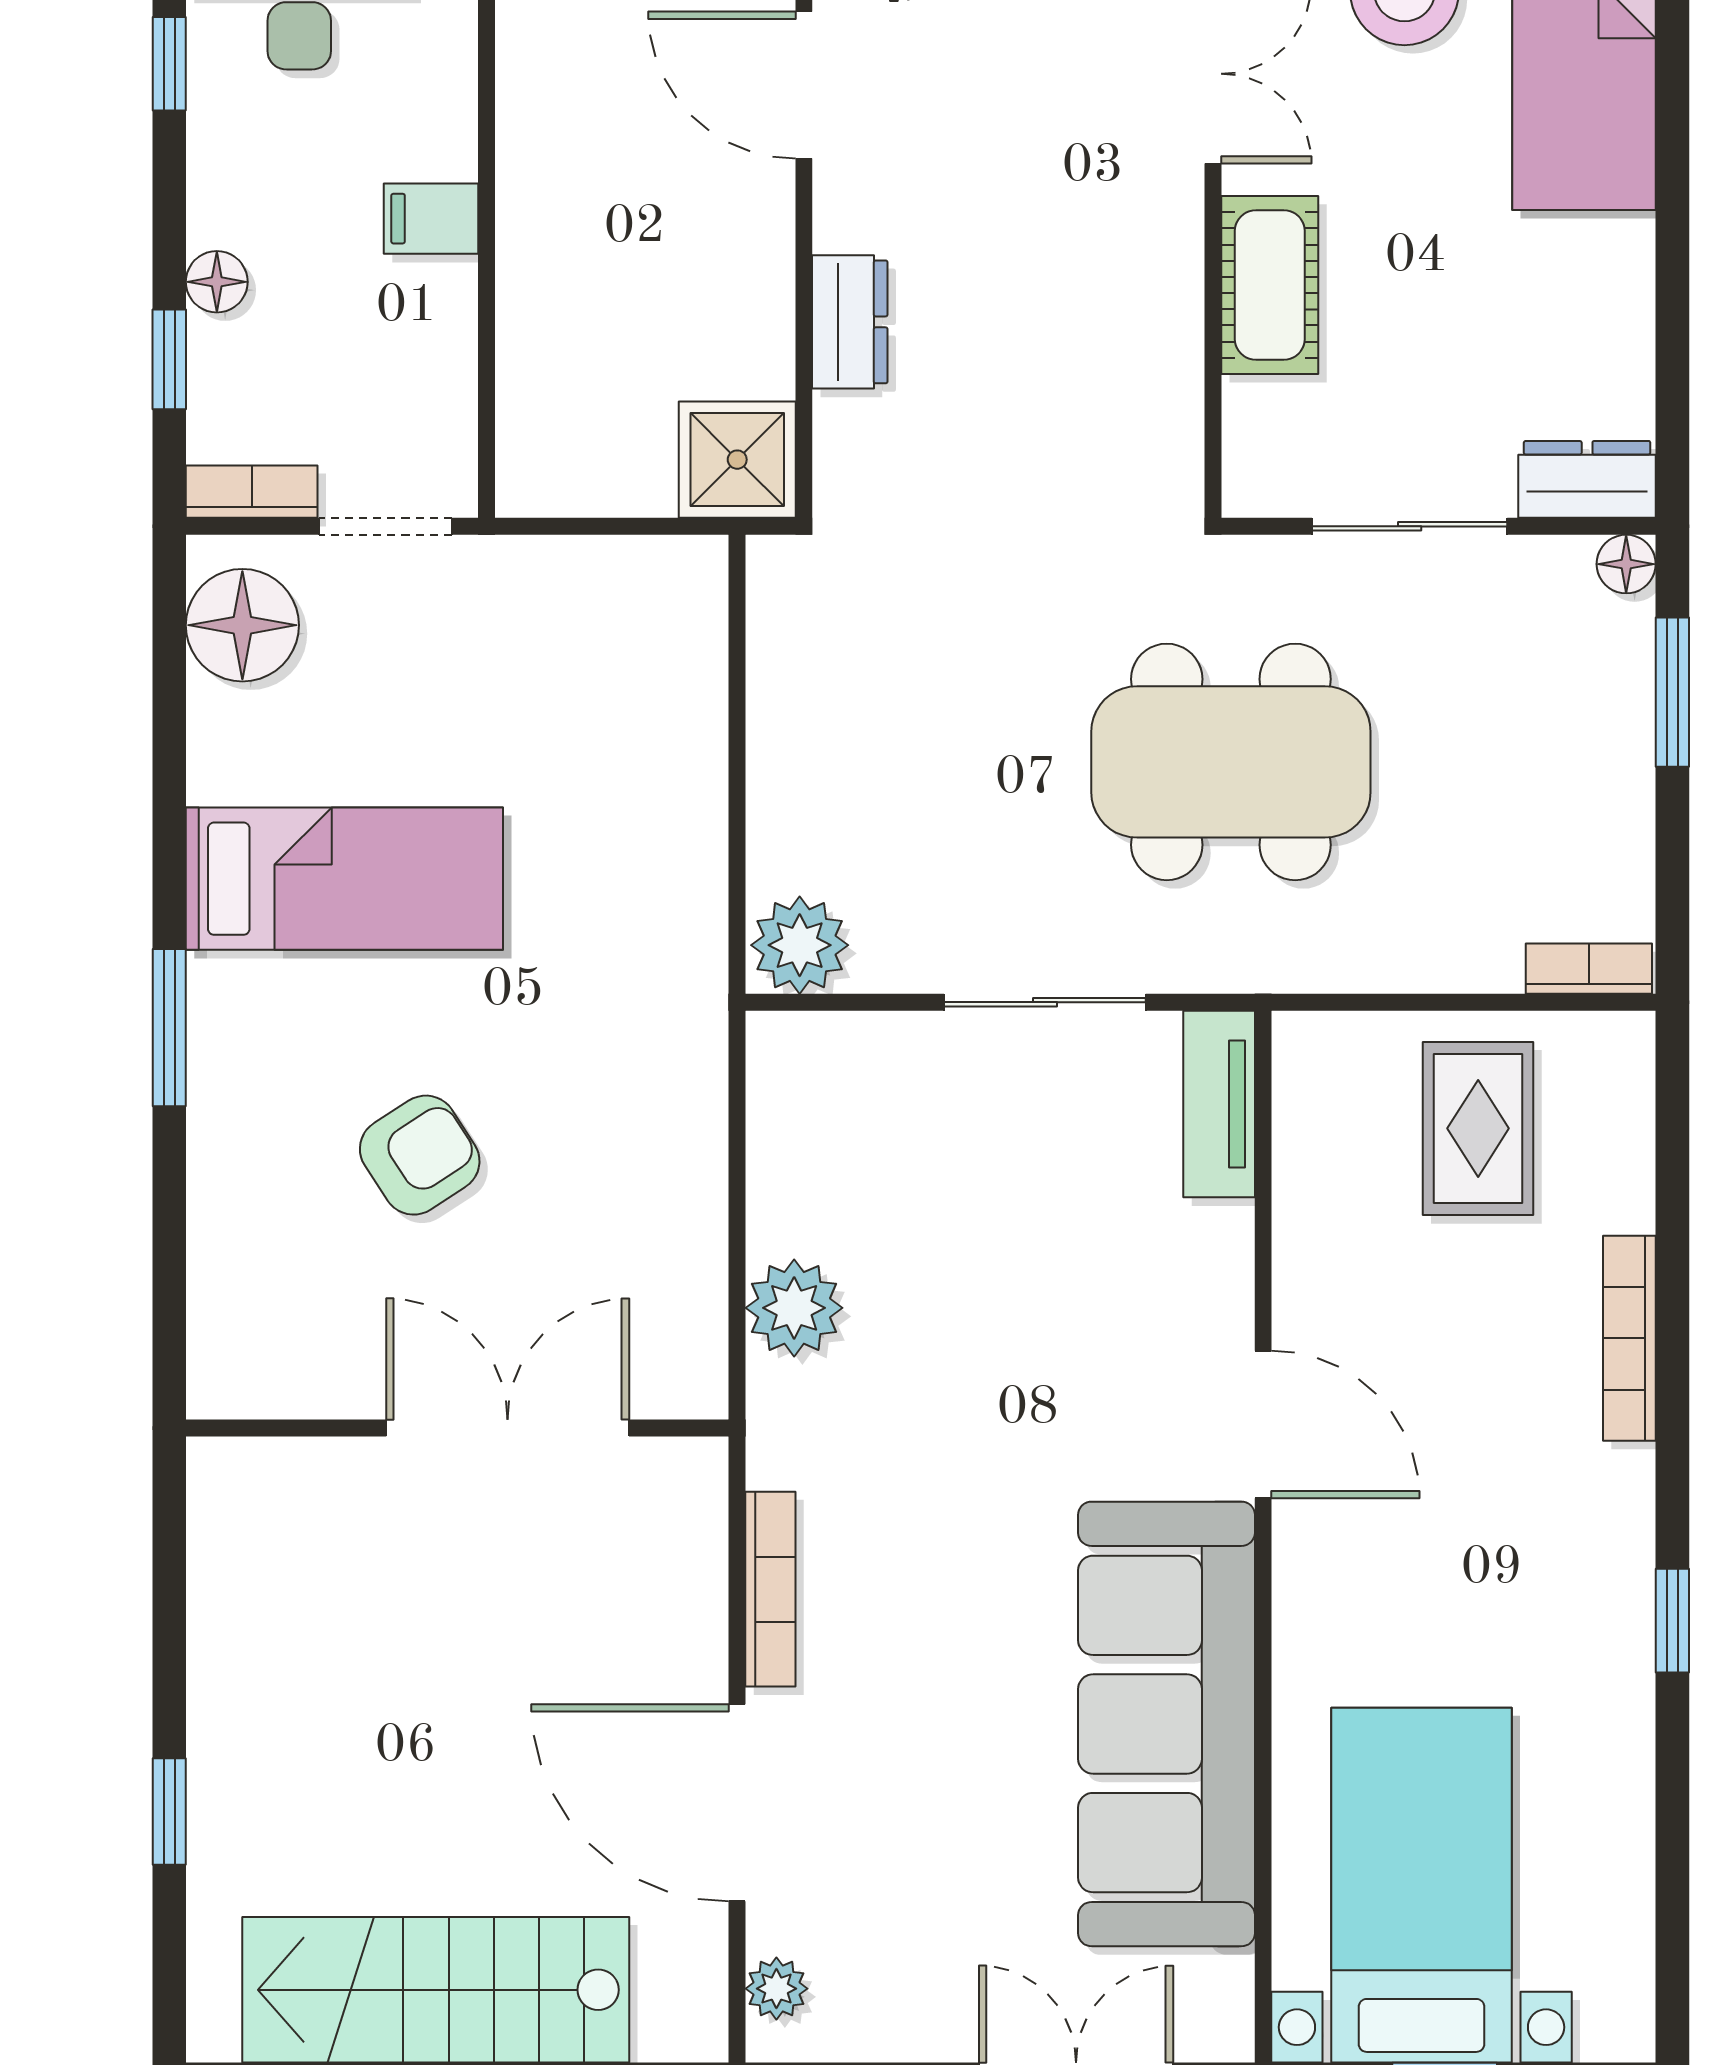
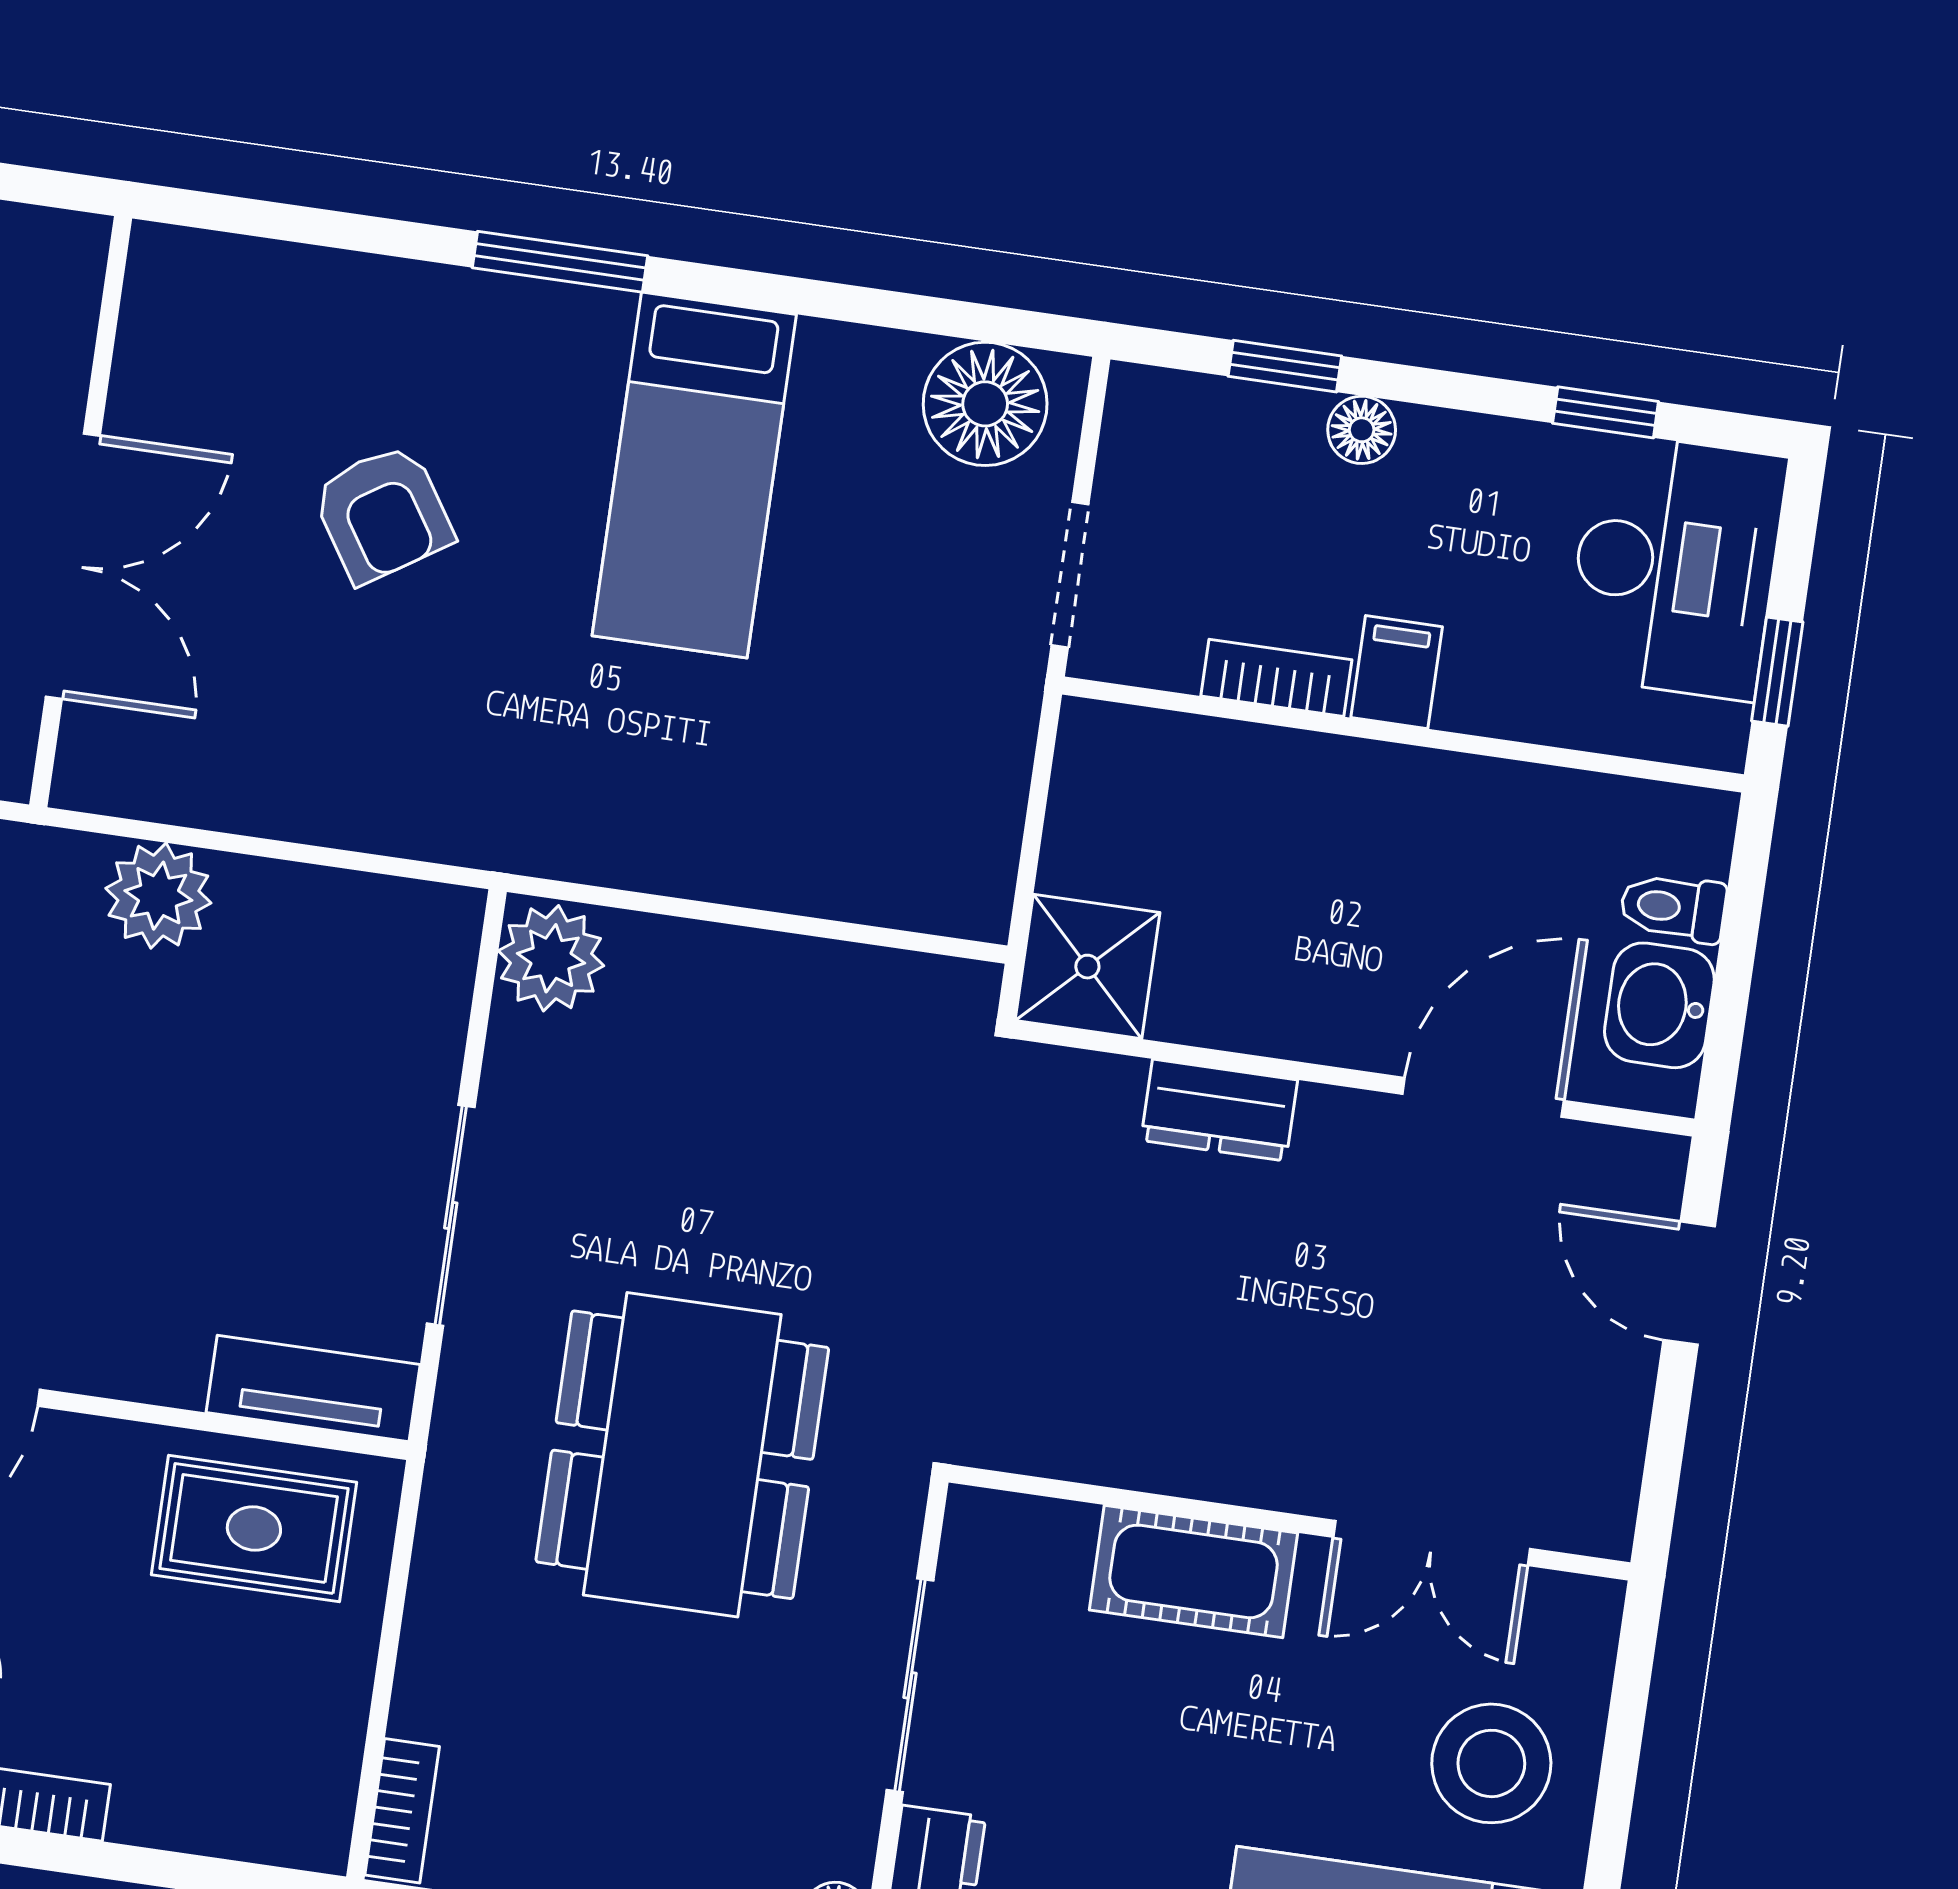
bookcase: (252, 492) -> (1276, 678), moved, turned -90
rug: (1478, 1128) -> (254, 1529), moved

